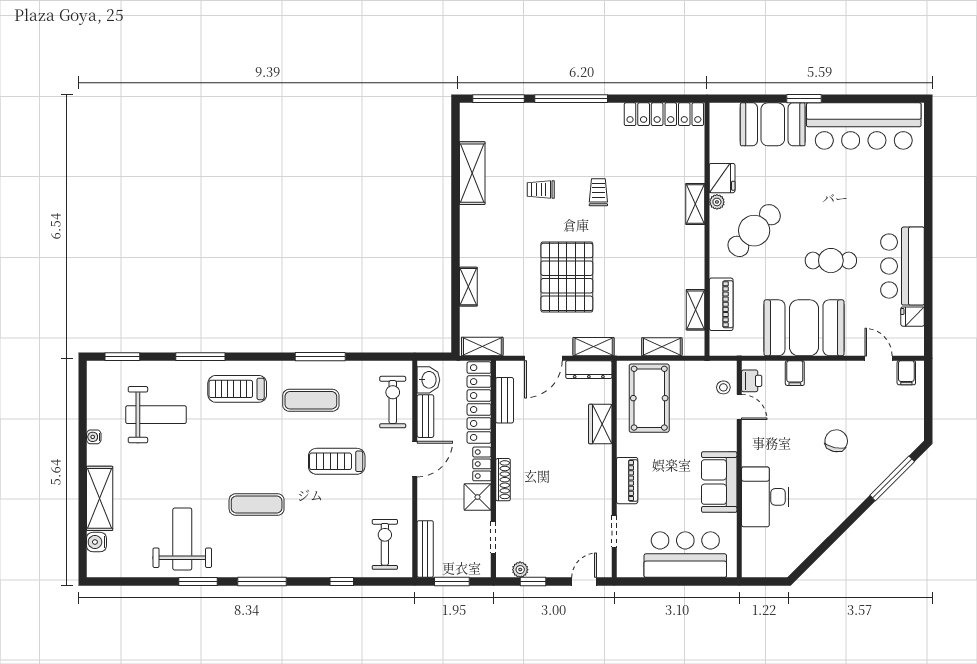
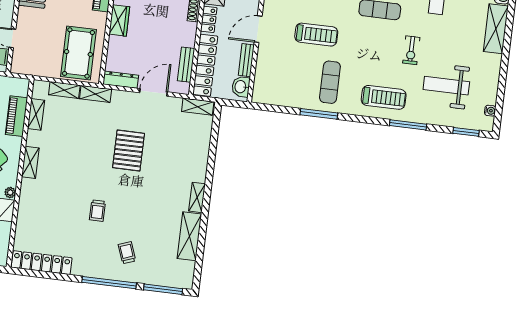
trolley: (541, 189) -> (127, 253), moved, turned -110
shelving: (695, 204) -> (30, 162), moved
pallet: (567, 277) -> (129, 151), width x0.73, depth x0.71
shelving: (468, 287) -> (197, 197), moved
shelving: (594, 347) -> (96, 94), moved
stool: (723, 387) -> (22, 54), removed
exercise mat: (311, 400) -> (330, 82), turned 90
exercise bike: (393, 402) -> (411, 50), moved, width x0.73, depth x0.72
wardrobe: (600, 424) -> (119, 20), moved
water cooler: (94, 437) -> (490, 111), moved

